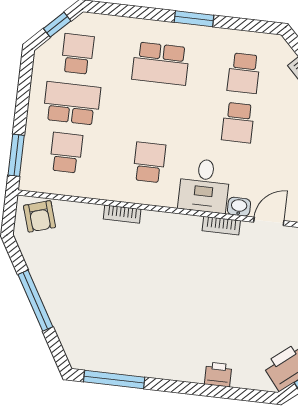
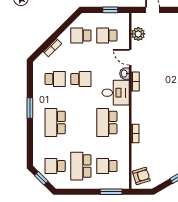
school desk: (161, 64) -> (55, 123), turned 180
school desk: (149, 162) -> (107, 123), width x1.85

